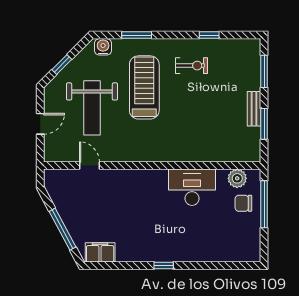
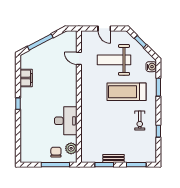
treadmill: (144, 87) -> (126, 92), turned 180
door: (89, 166) -> (79, 58), swing flipped
filing cabinet: (100, 252) -> (26, 78), moved

